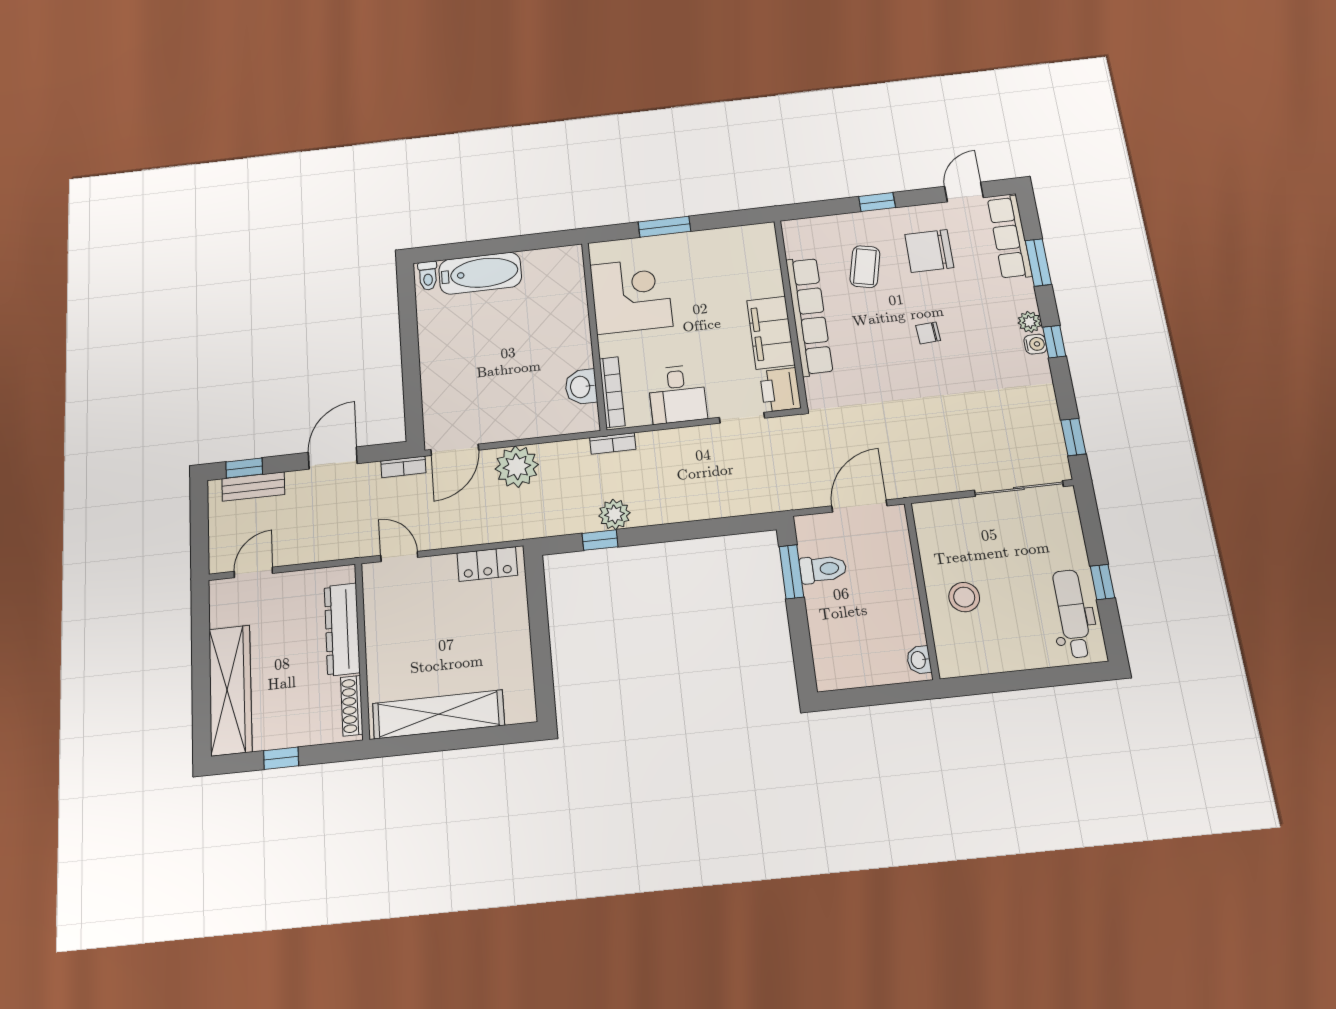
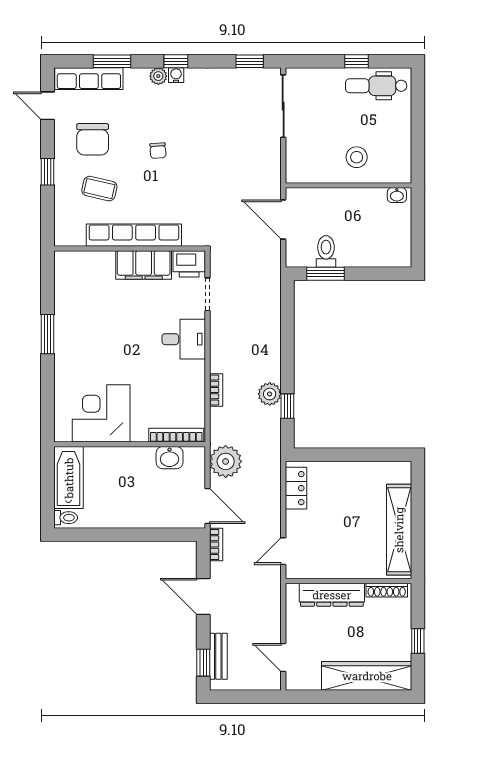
corner desk: (631, 295) -> (101, 413), moved
wall: (594, 335) -> (130, 444), moved
washbasin: (581, 387) -> (170, 458), moved
bookcase: (612, 392) -> (176, 435), moved

